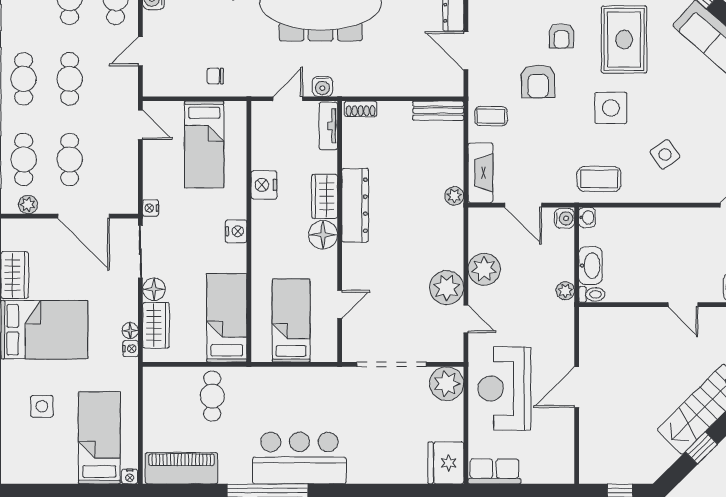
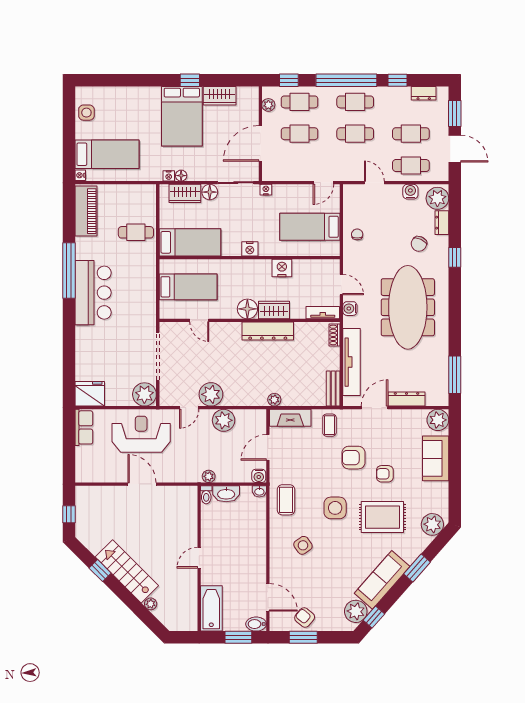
tv unit: (400, 84) -> (352, 362), added
side table: (42, 406) -> (86, 113), moved

